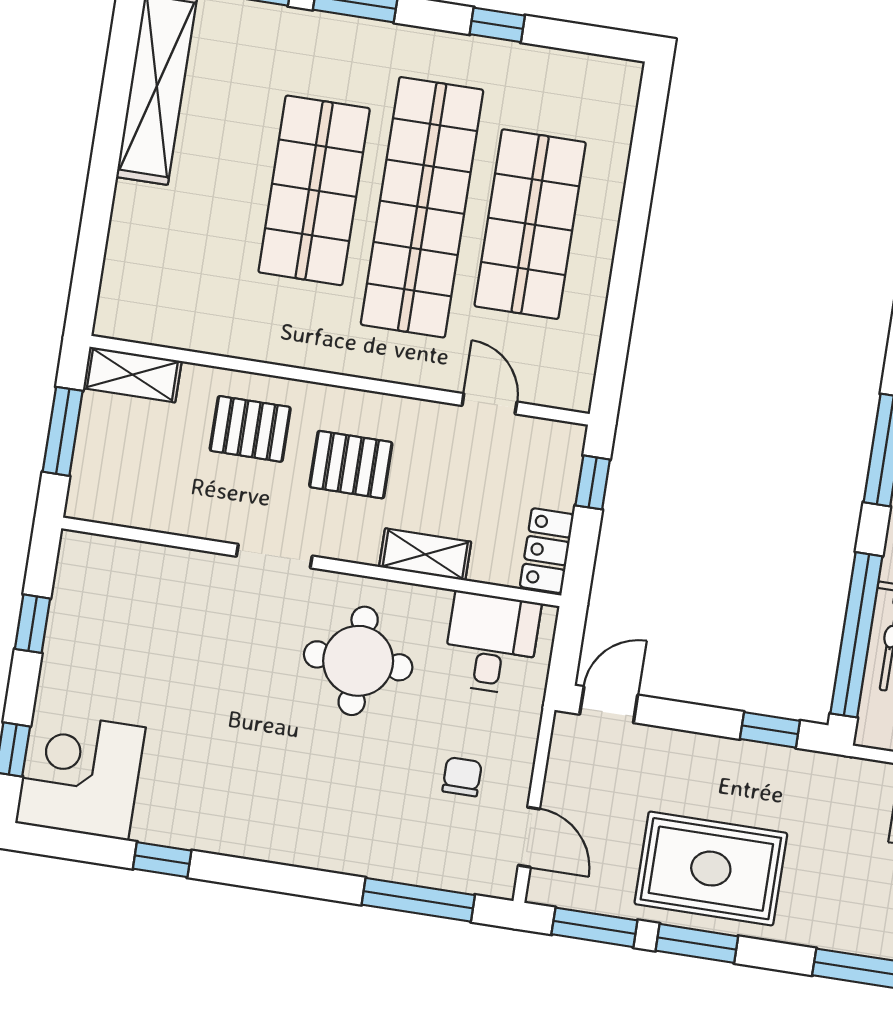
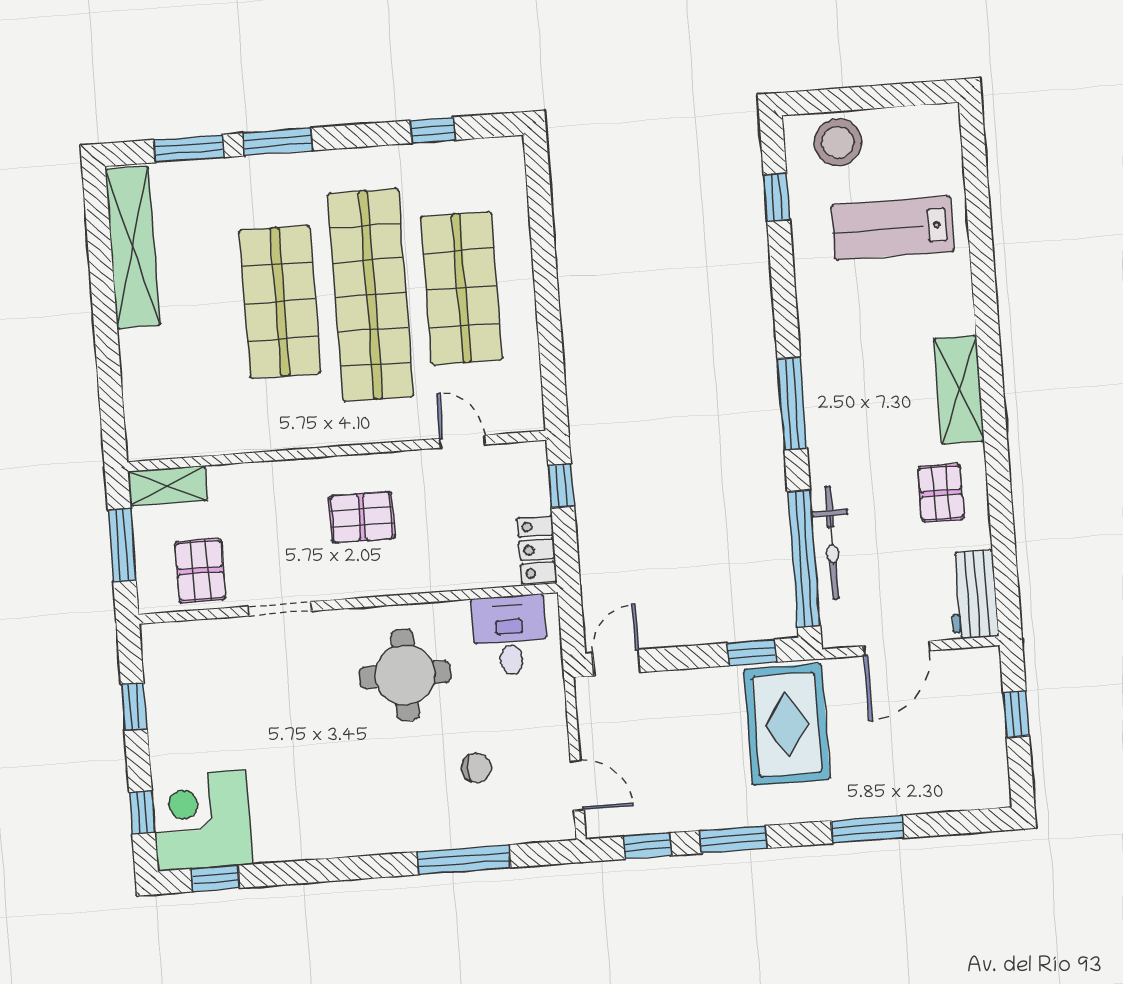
window: (497, 25) -> (433, 130), moved
pallet: (250, 429) -> (200, 571), moved, turned 90
shelving: (425, 554) -> (439, 576), removed
doorway: (274, 556) -> (280, 609), moved
chair: (462, 777) -> (477, 768), moved, turned 90
window: (162, 860) -> (215, 878), moved
rug: (711, 869) -> (787, 724), moved, turned 90
window: (418, 900) -> (464, 860), moved
window: (594, 927) -> (647, 846), width x0.67

